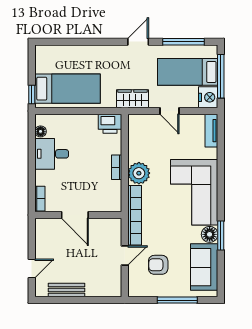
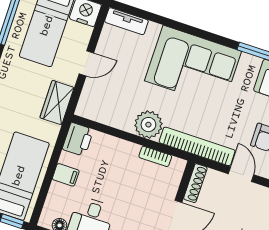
filing cabinet: (80, 123) -> (66, 175), added
bookcase: (117, 167) -> (155, 156), moved
shoe rack: (106, 223) -> (195, 183), added
floor lamp: (210, 234) -> (250, 64), removed

